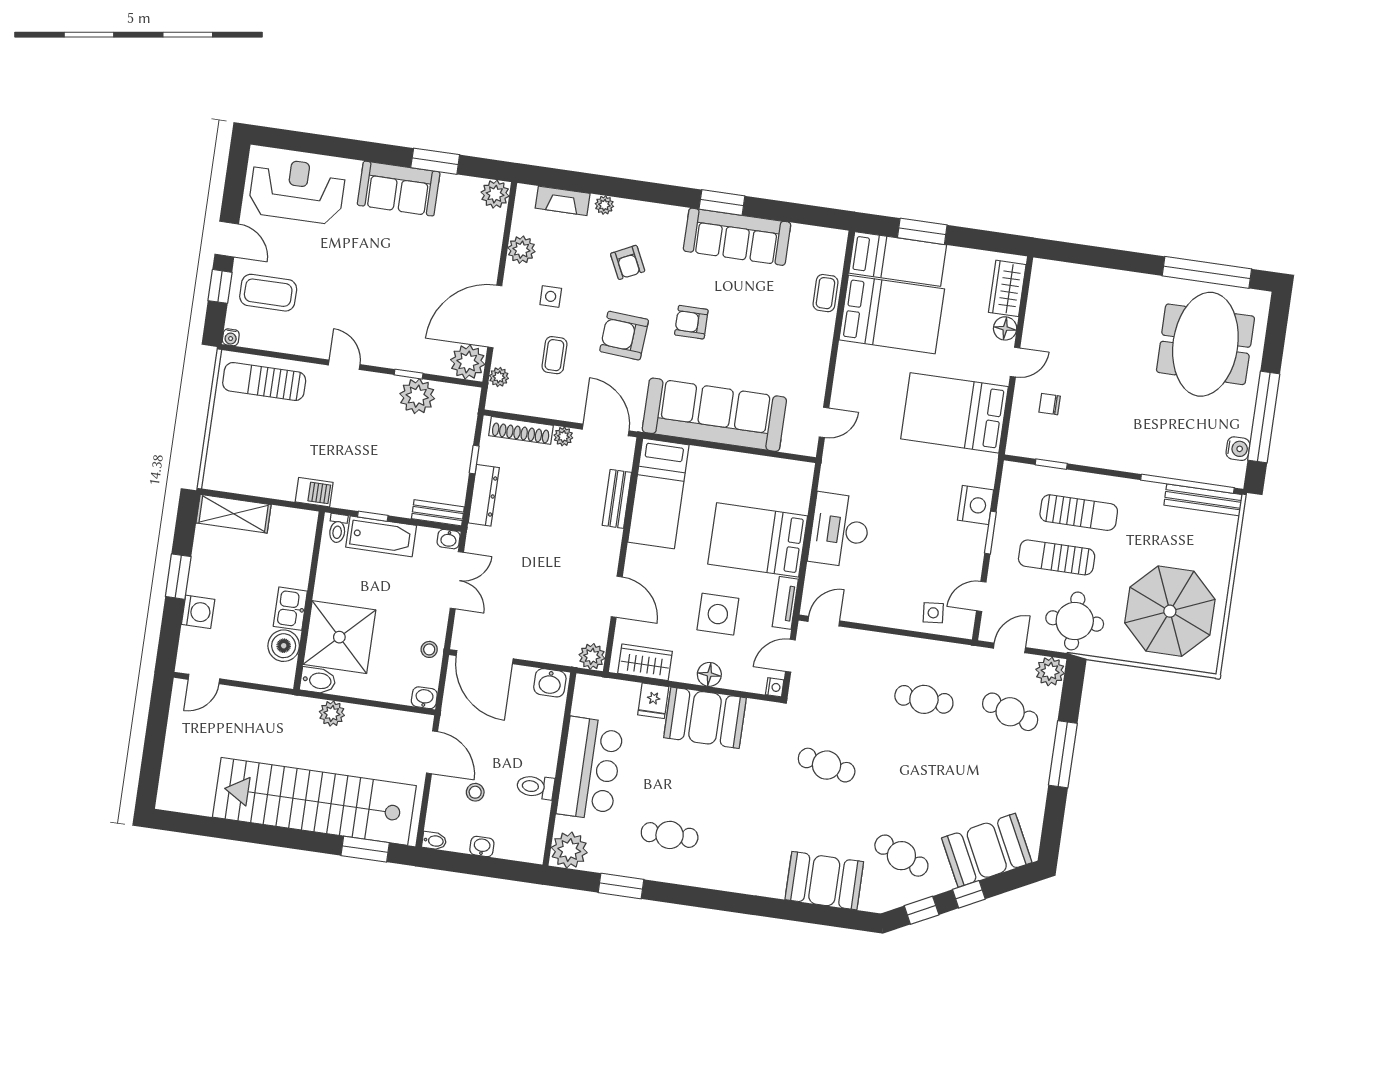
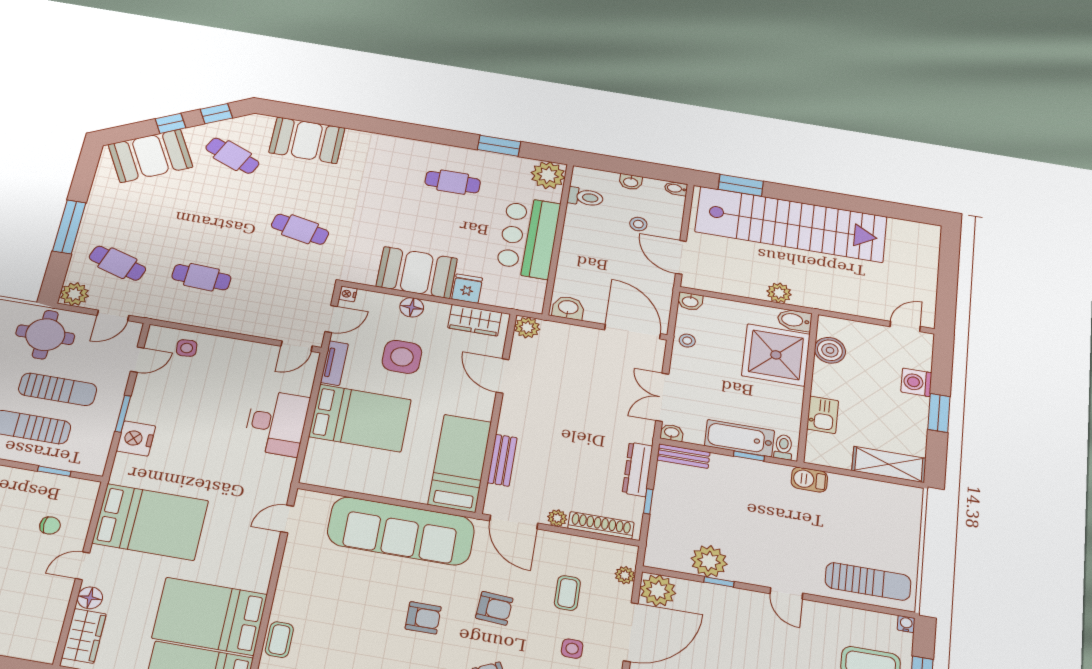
armchair: (624, 336) -> (494, 608), width x0.72, depth x0.72
kitchen sink: (290, 609) -> (823, 415), moved
toilet: (535, 787) -> (585, 197), moved

